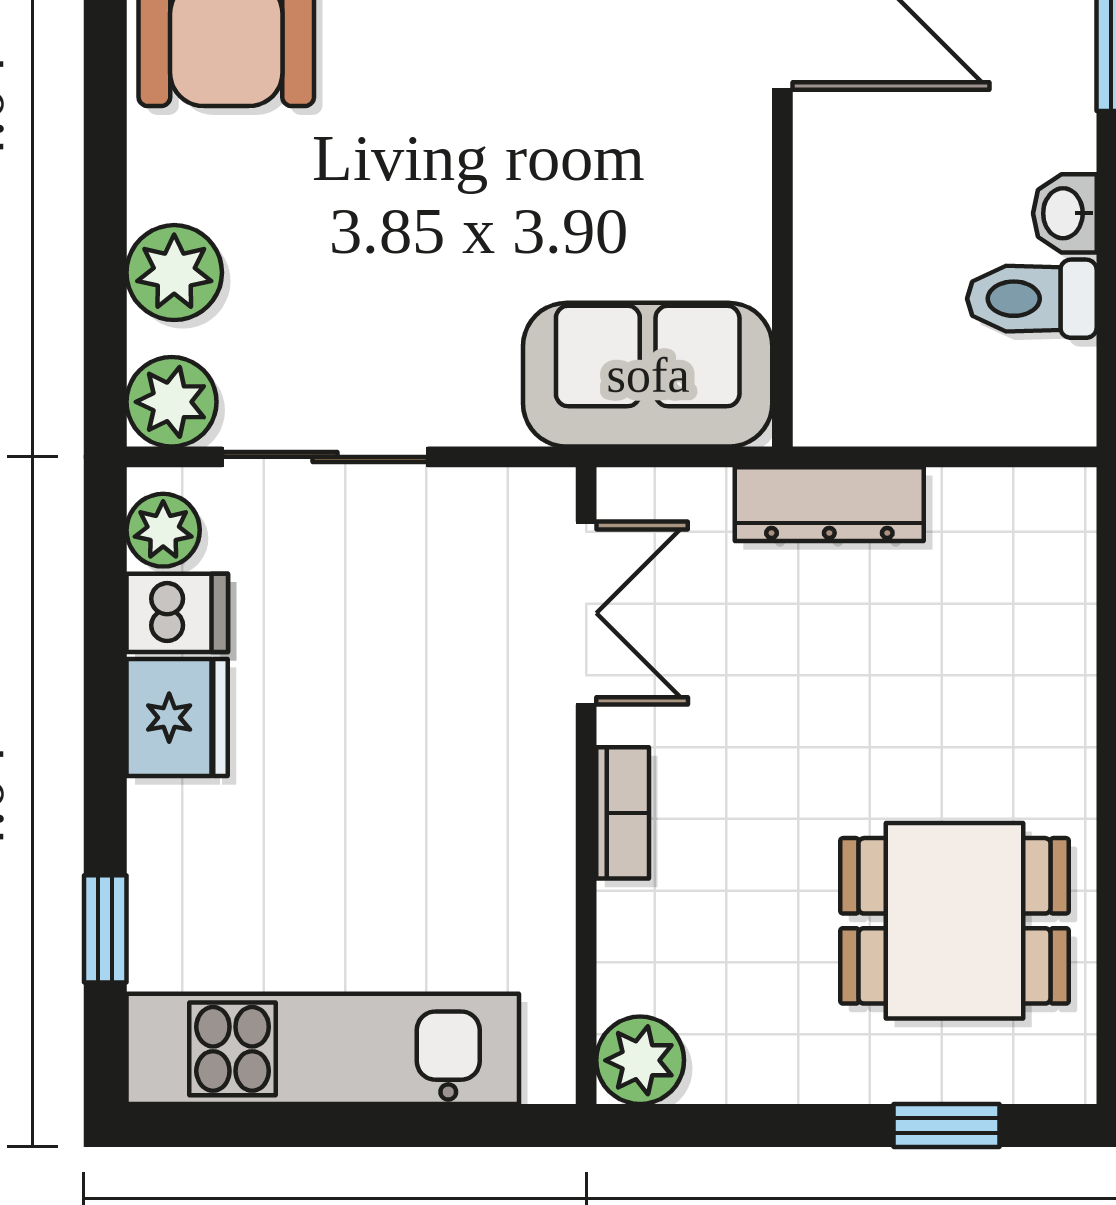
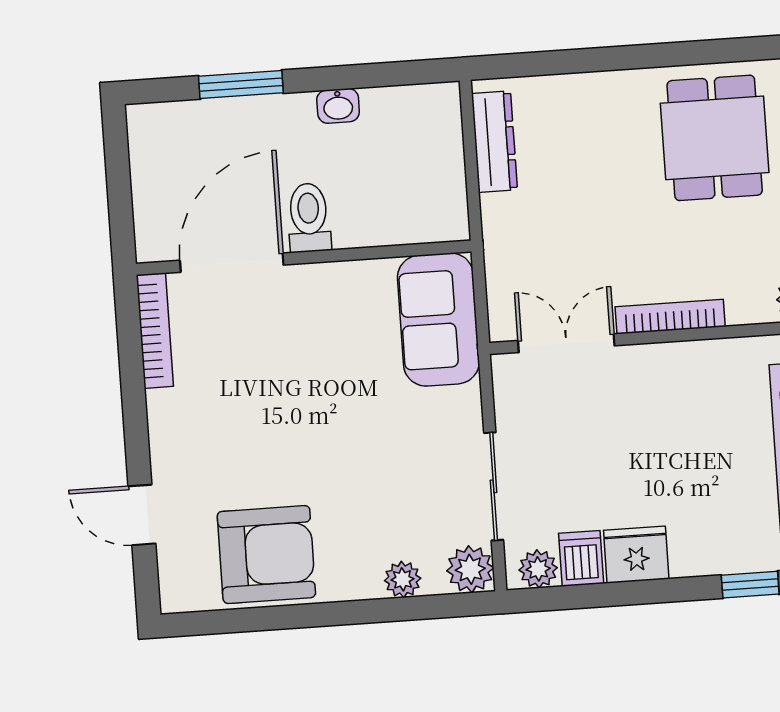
plant: (174, 273) -> (403, 579), width x0.73, depth x0.73
toilet: (1032, 299) -> (309, 218), moved, turned 180
dresser: (829, 504) -> (494, 142), moved
bookcase: (623, 813) -> (670, 317), width x1.56

